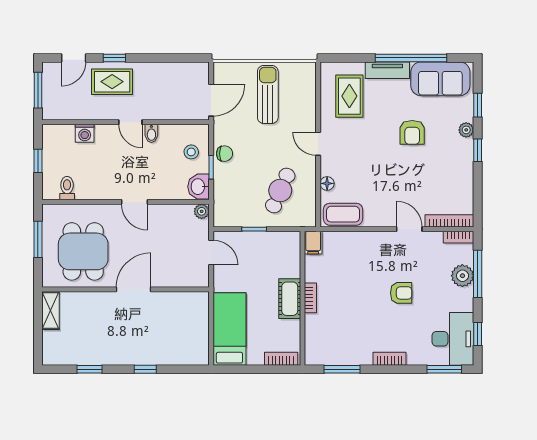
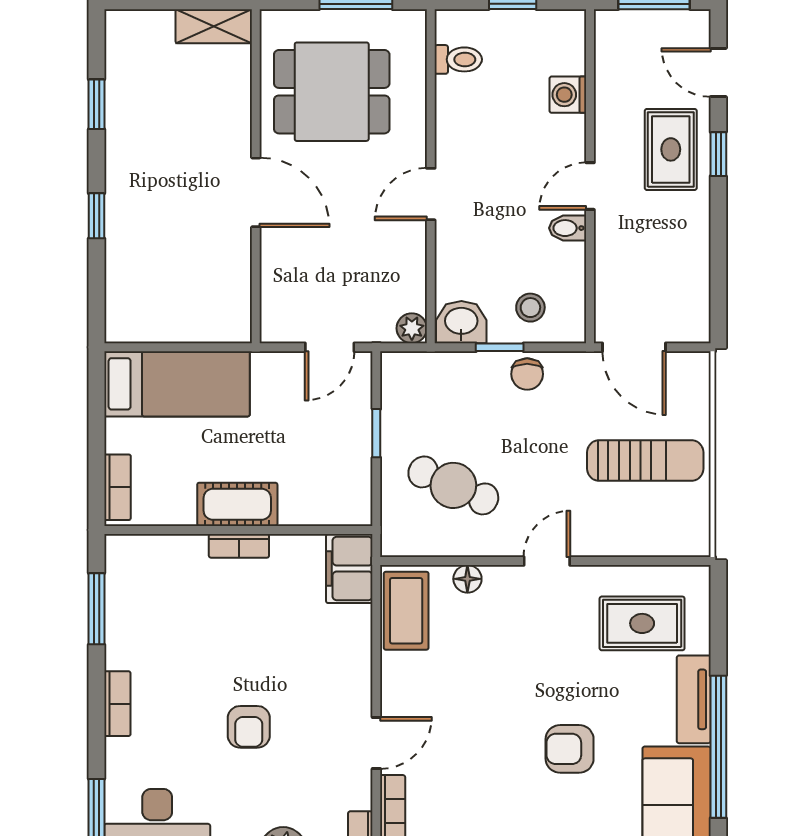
filing cabinet: (313, 243) -> (349, 569), width x2.00

